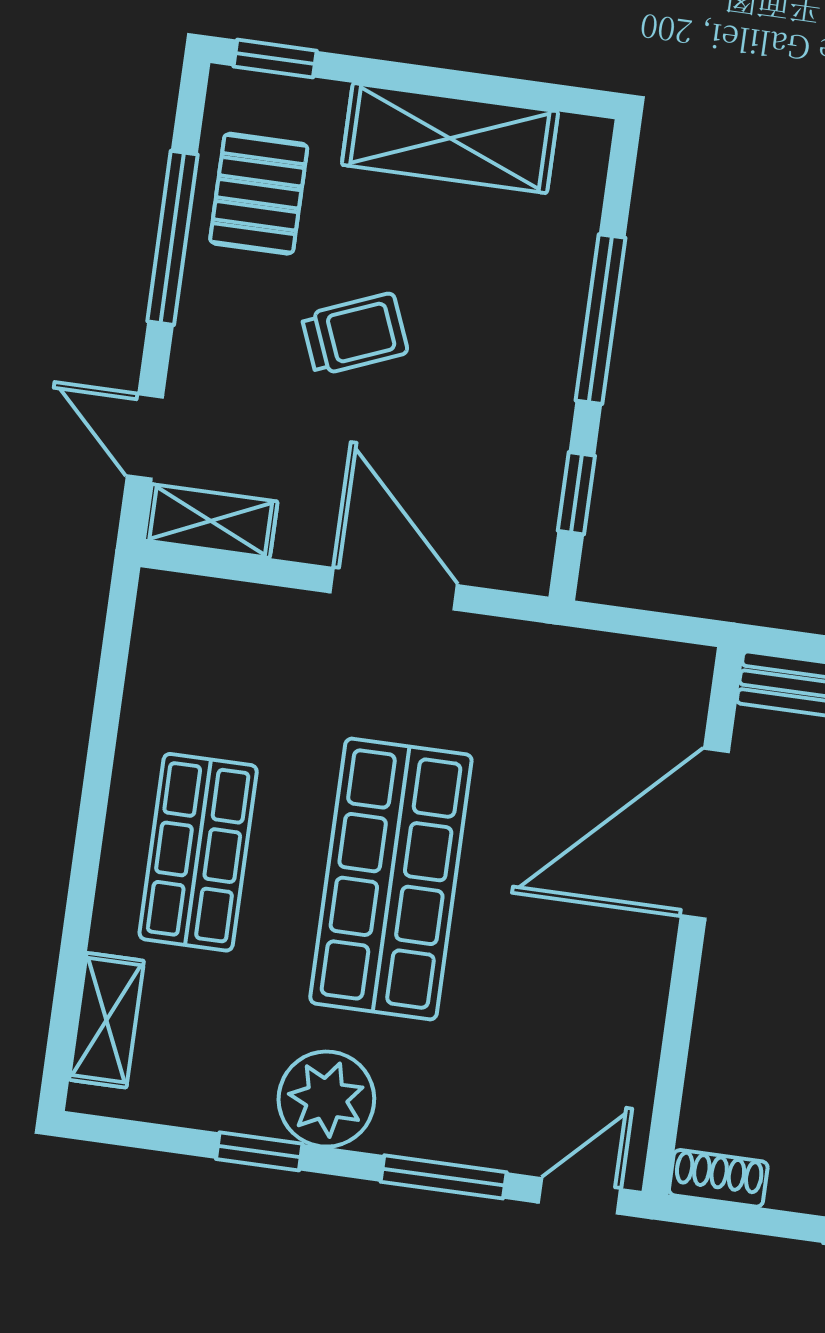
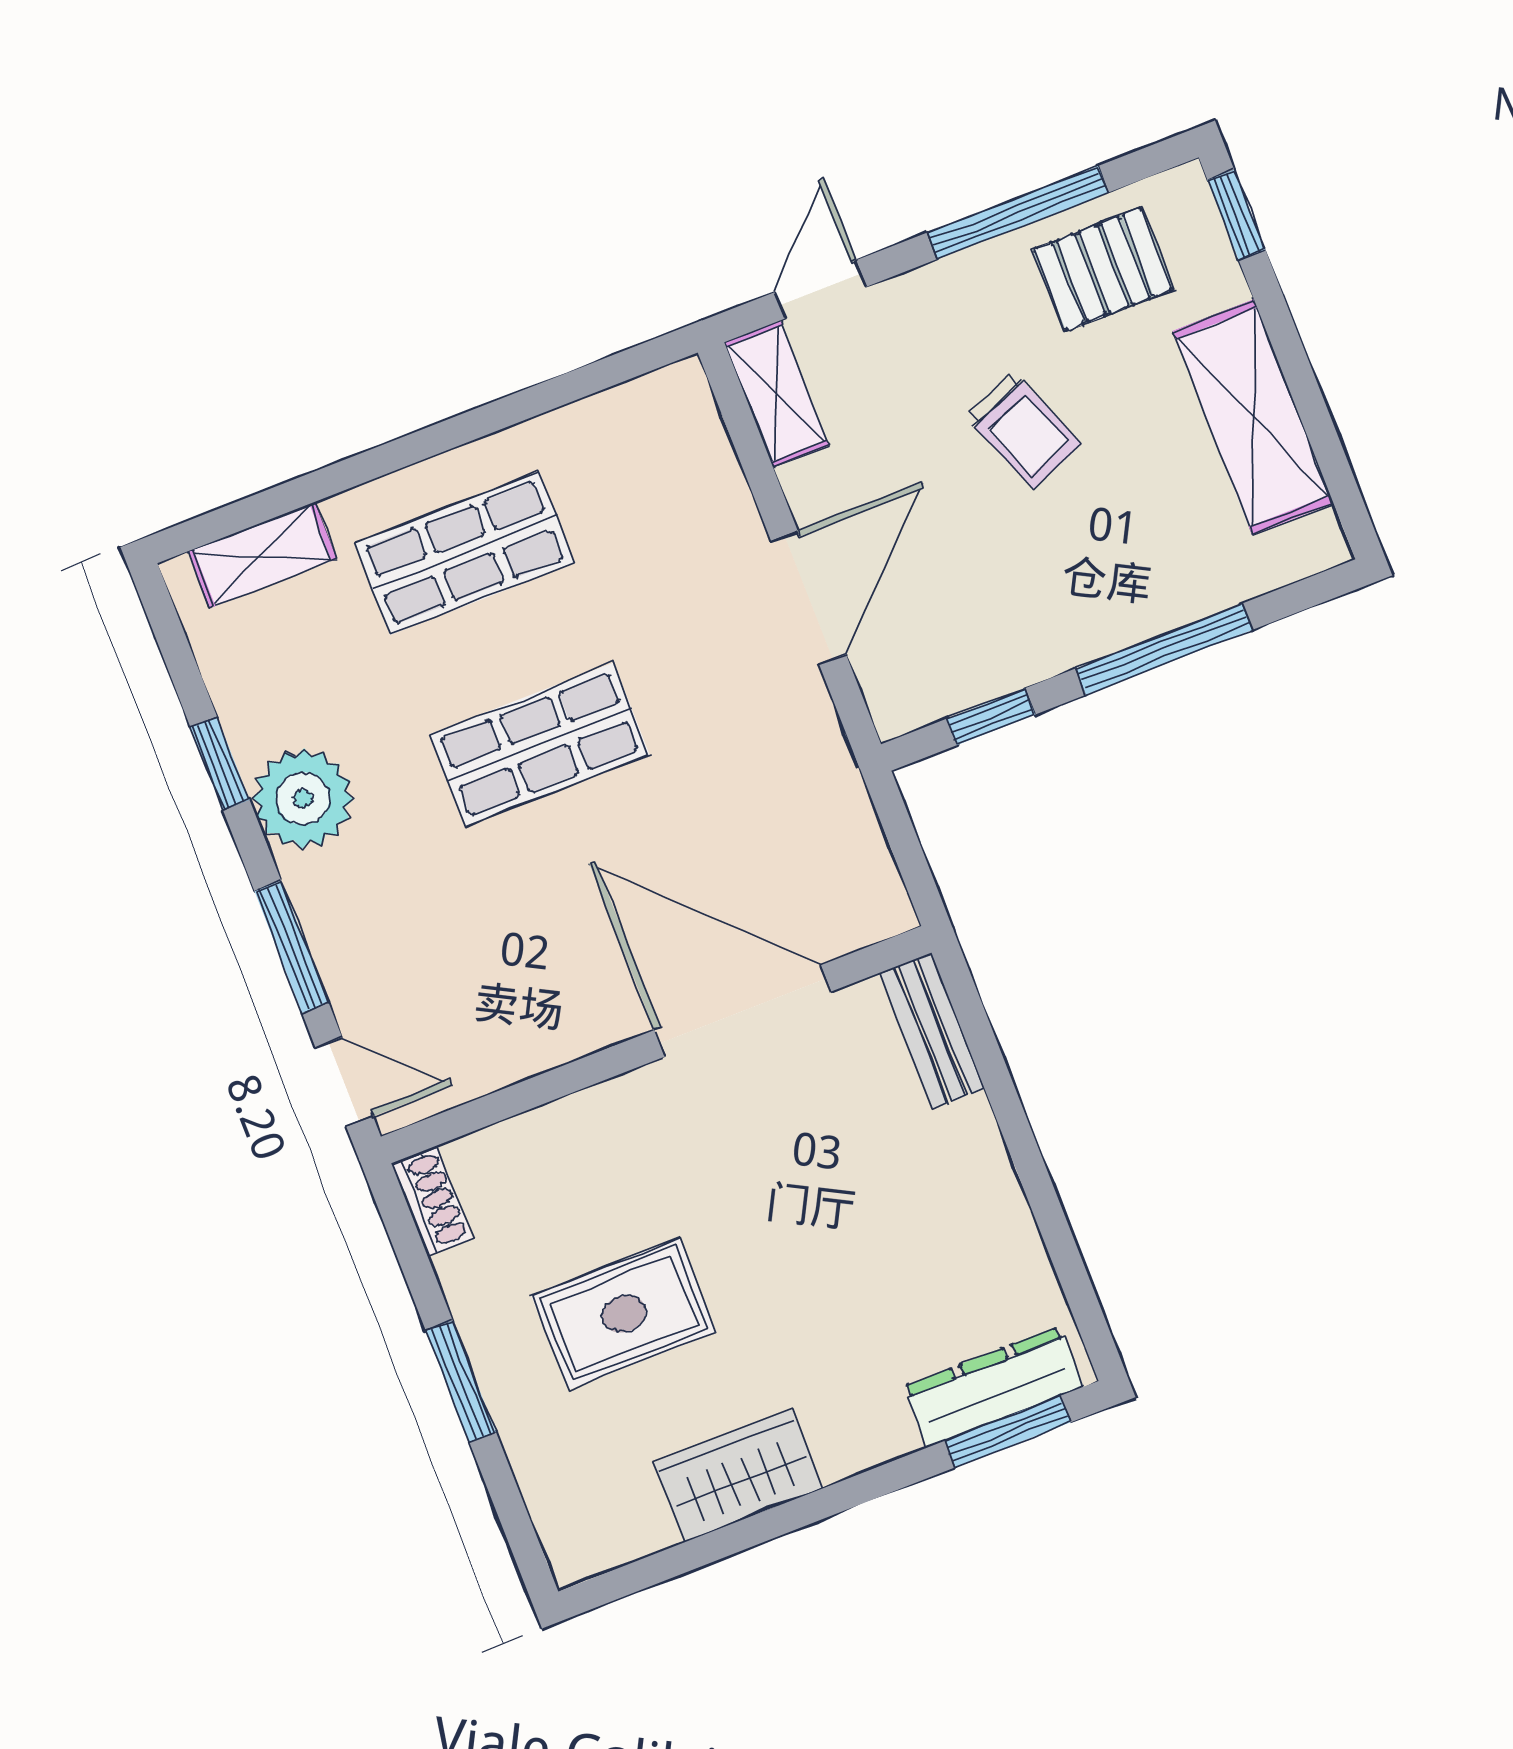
shop shelf: (391, 879) -> (539, 745), width x0.70, depth x0.74

